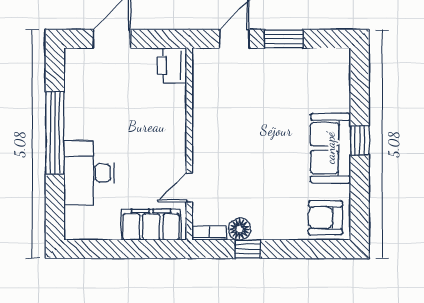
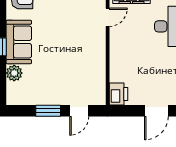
plant: (338, 99) -> (14, 73), added

